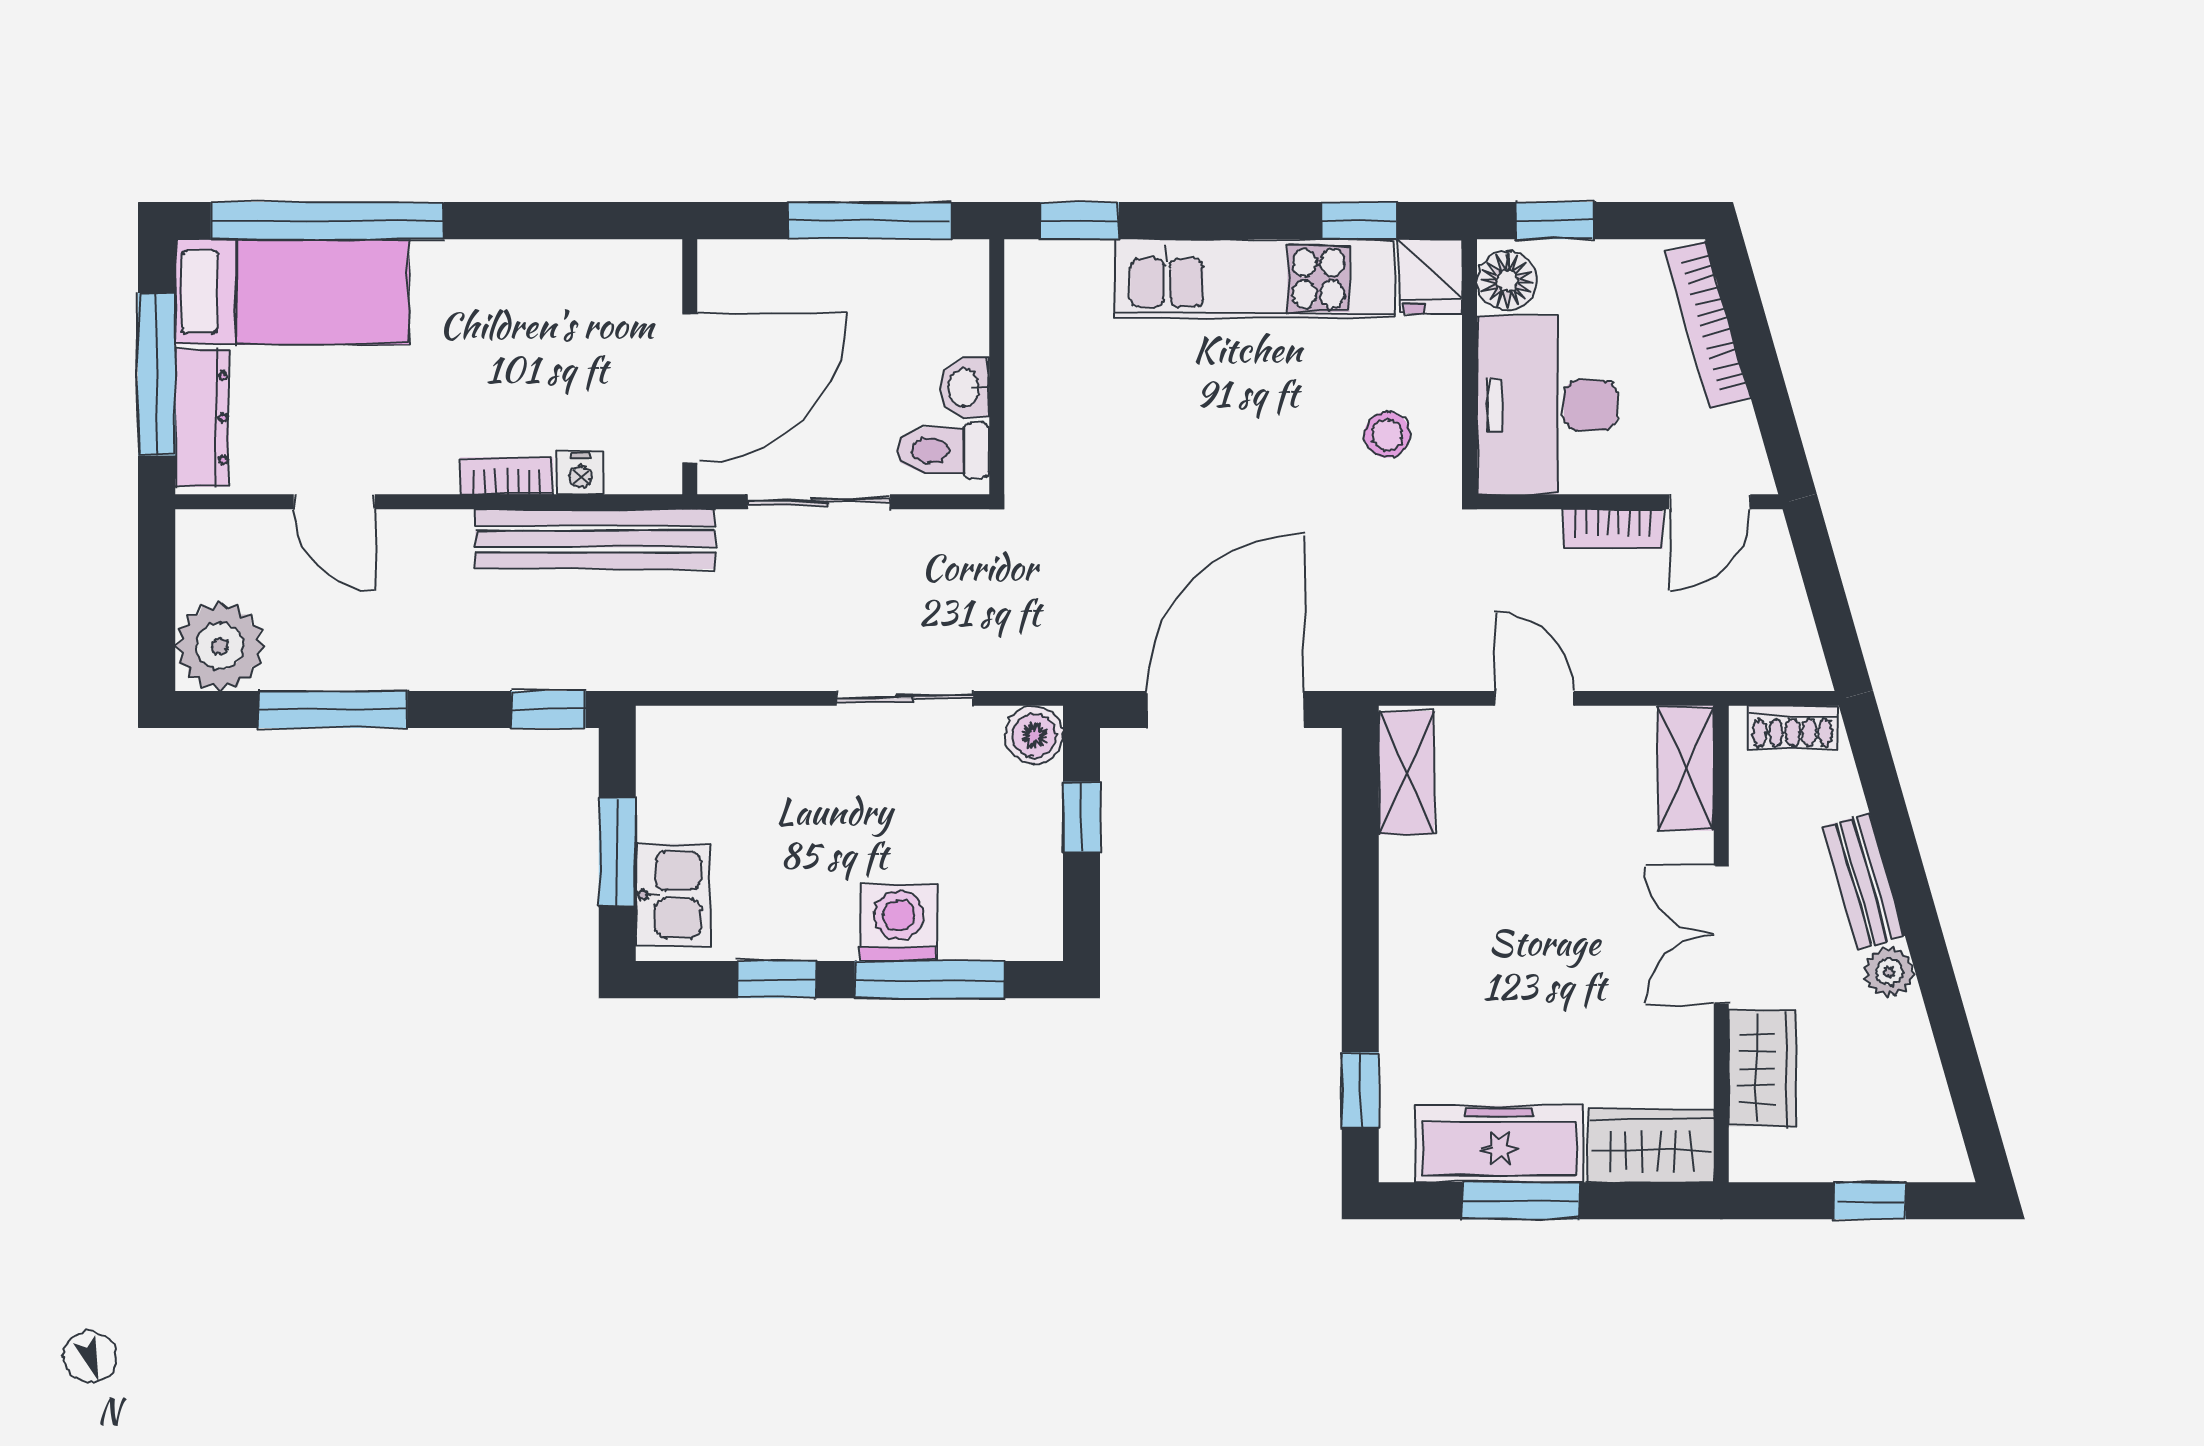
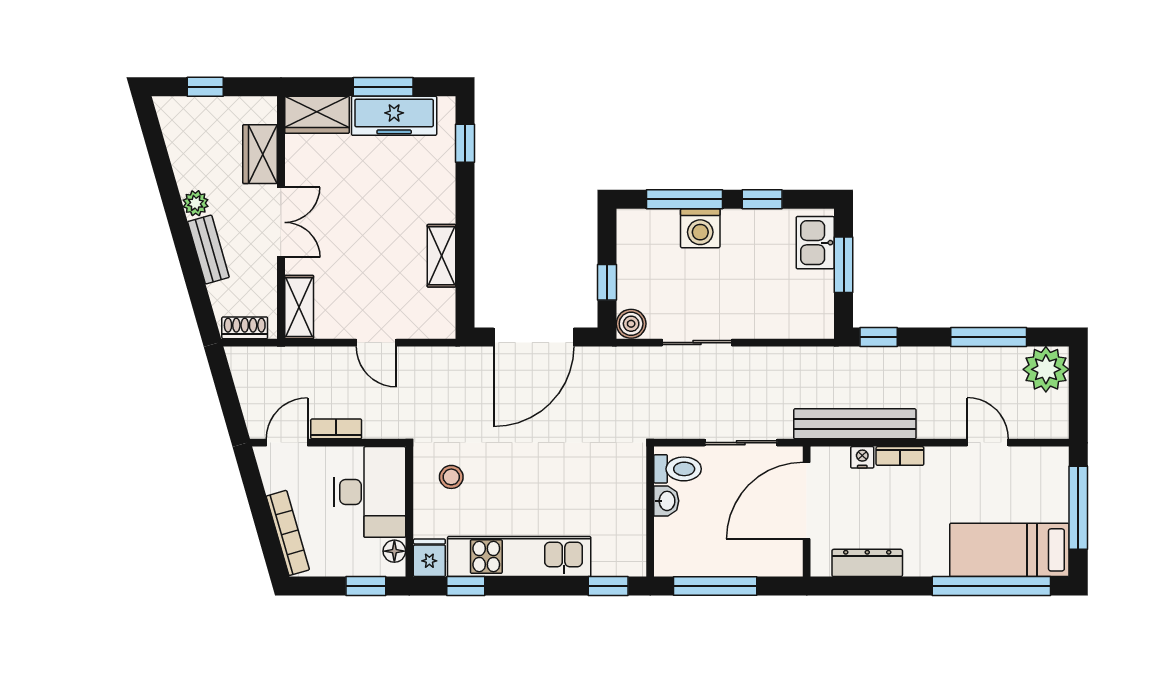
floor lamp: (1507, 281) -> (394, 551), width x0.73, depth x0.73
dresser: (202, 418) -> (867, 563), moved, turned 90
shelving: (1406, 773) -> (441, 256), moved

